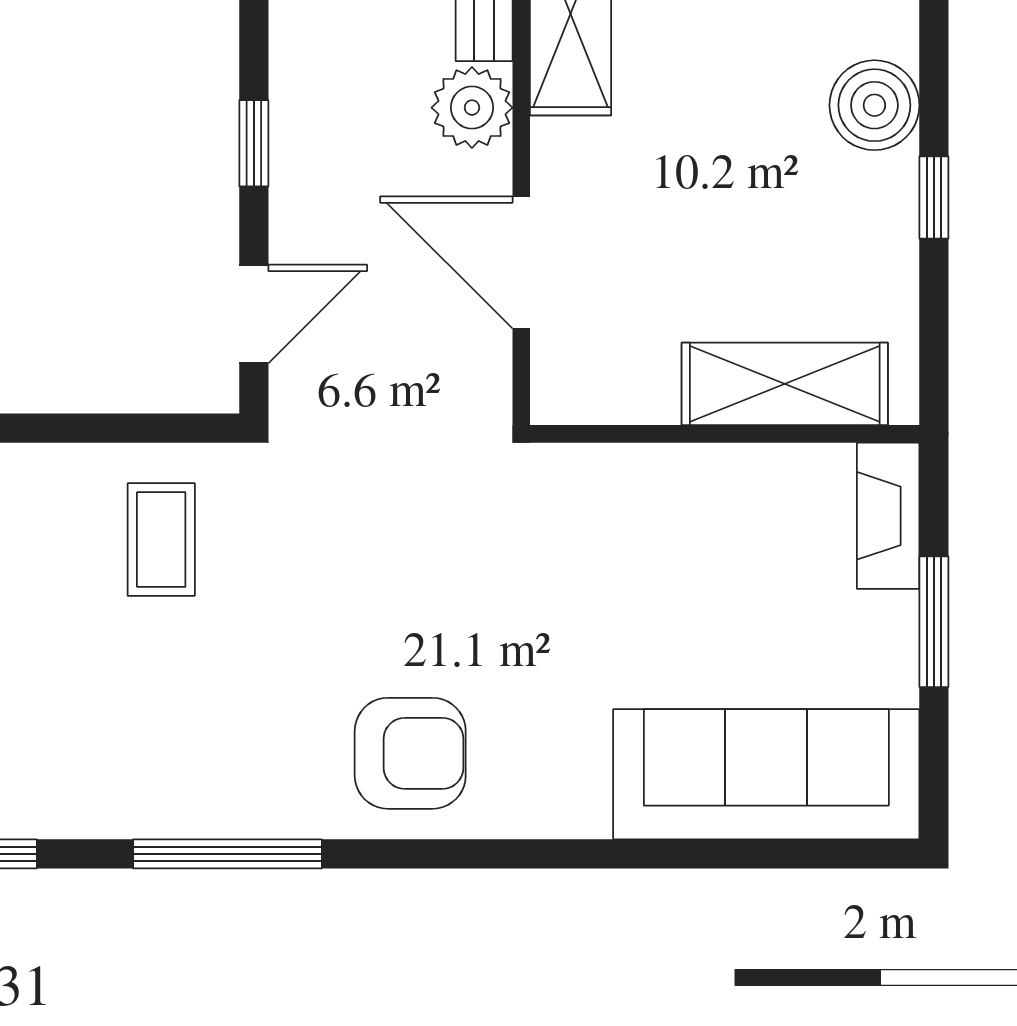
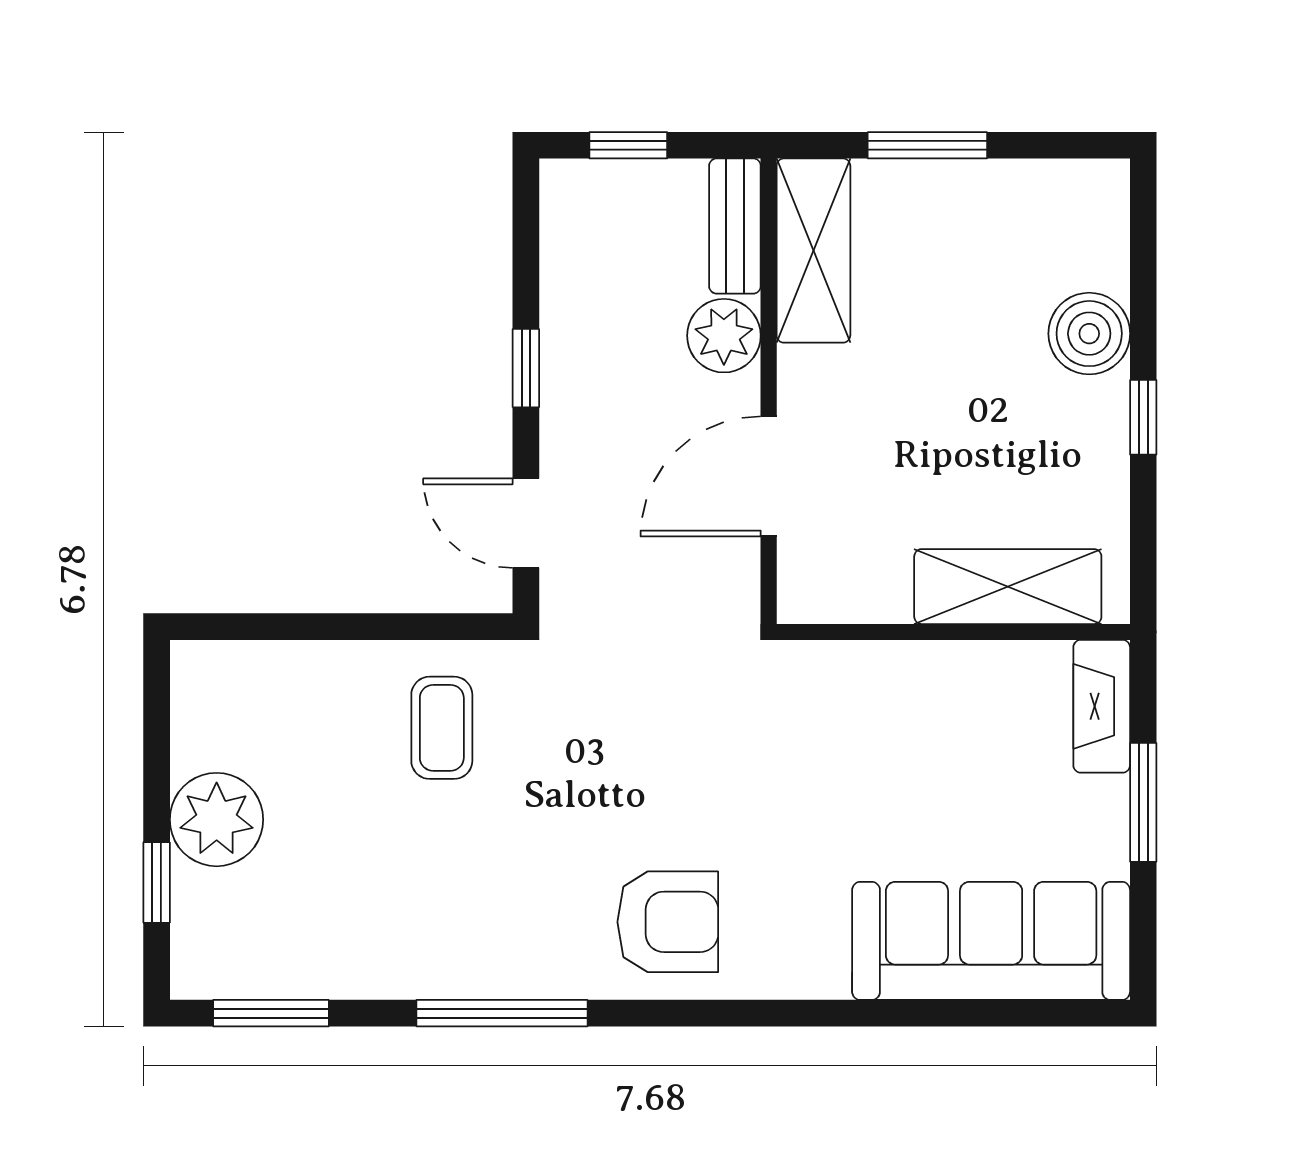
door: (521, 263) -> (769, 476), hinge flipped
door: (254, 314) -> (526, 523), swing flipped

